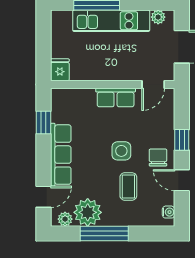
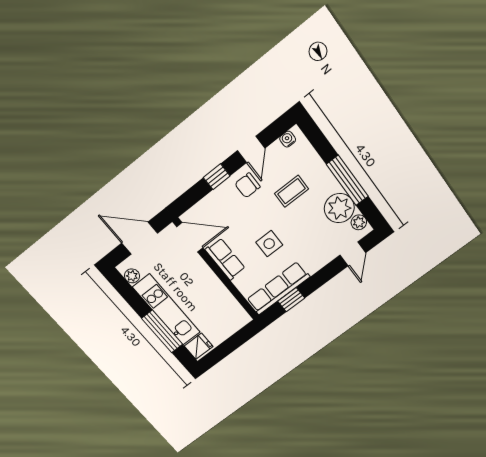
fridge: (60, 70) -> (199, 346), moved, turned 180
door: (153, 84) -> (190, 237), width x1.38
side table: (121, 151) -> (269, 244), moved
row of seats: (61, 155) -> (278, 288), moved
door: (43, 197) -> (353, 254), swing flipped

